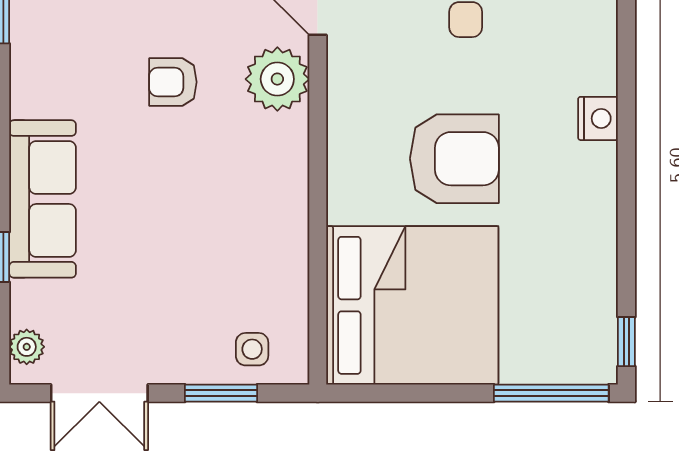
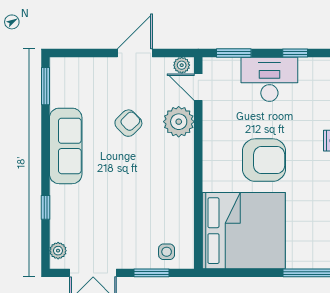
armchair: (173, 82) -> (128, 123), turned 136
sofa: (43, 199) -> (66, 146), moved

